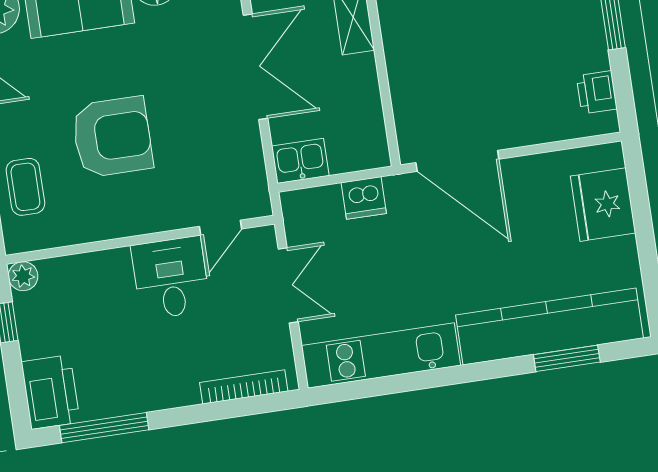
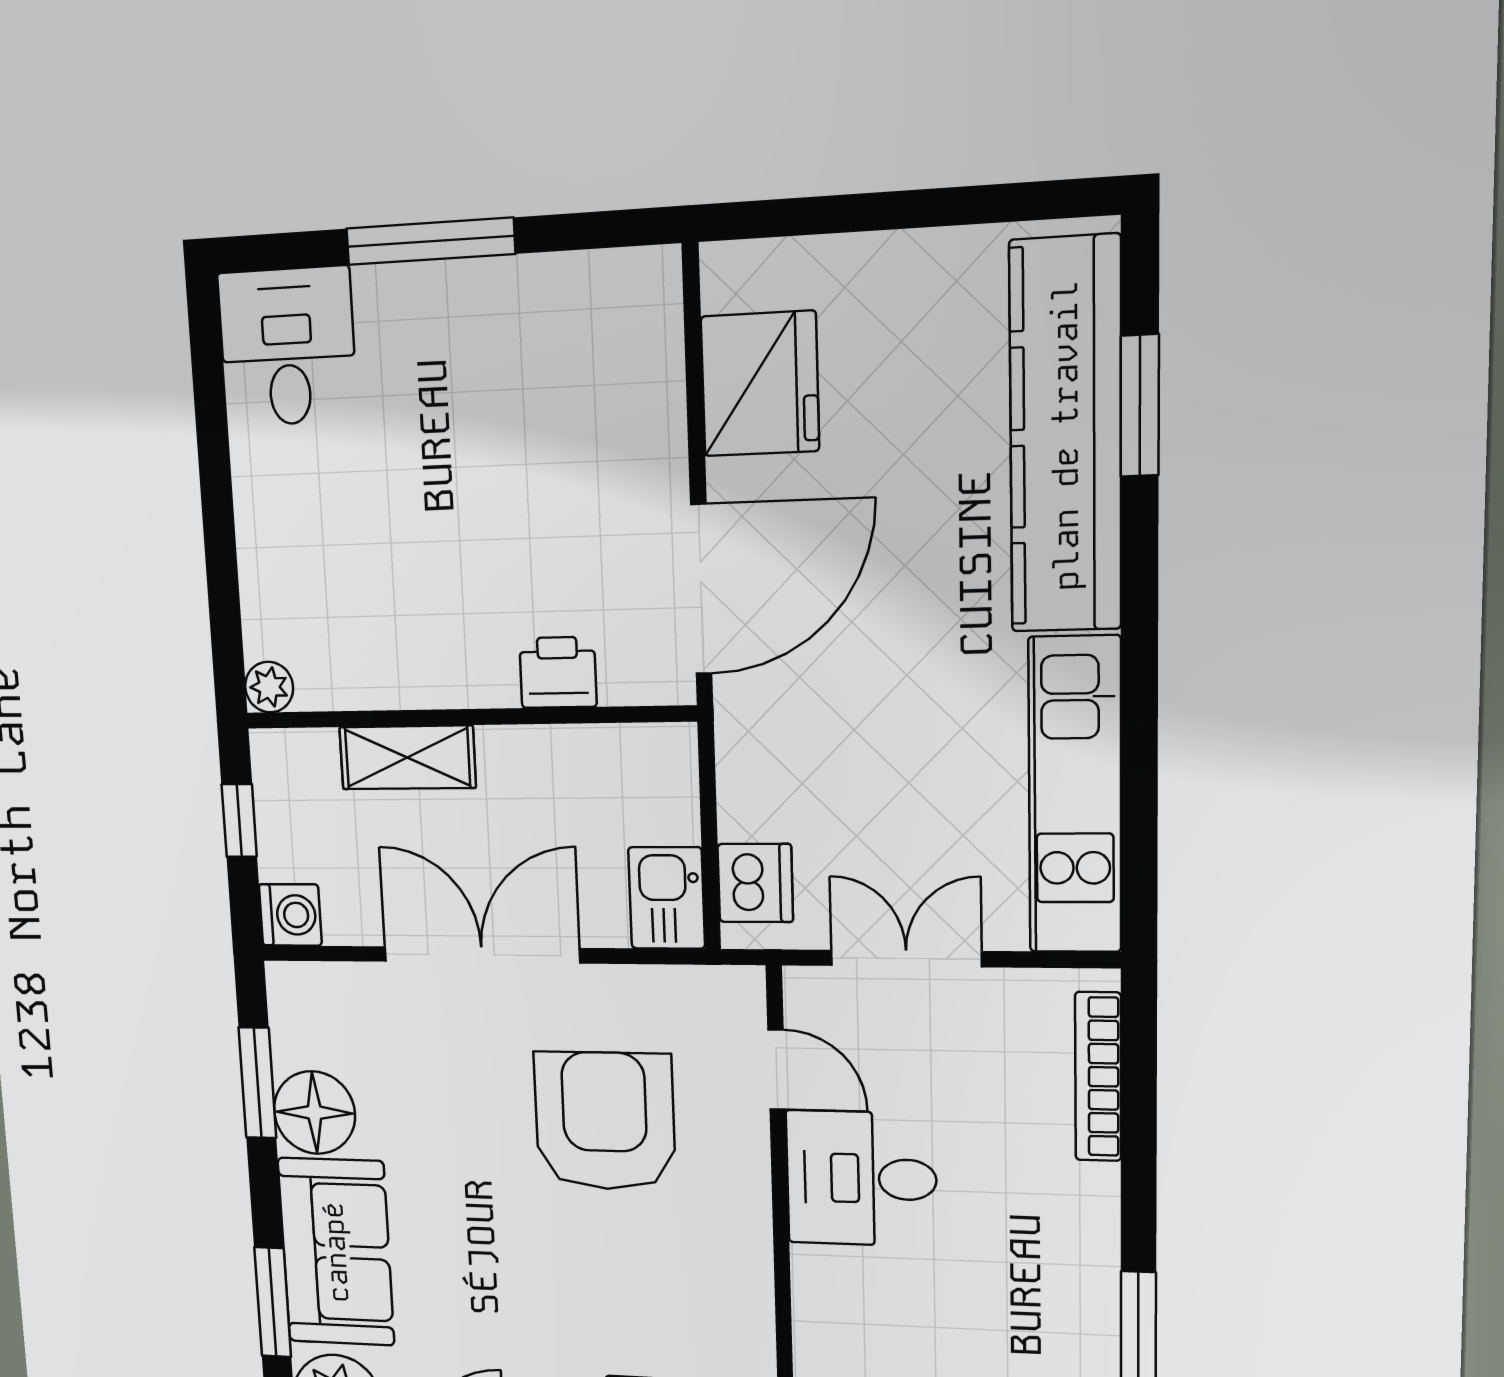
printer: (597, 92) -> (558, 672), moved, turned 180
armchair: (112, 137) -> (605, 1121), moved
dishwasher: (364, 198) -> (755, 883), moved
fridge: (603, 205) -> (760, 384), moved, turned -90

